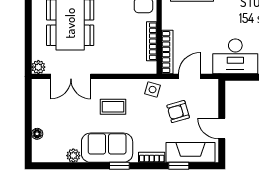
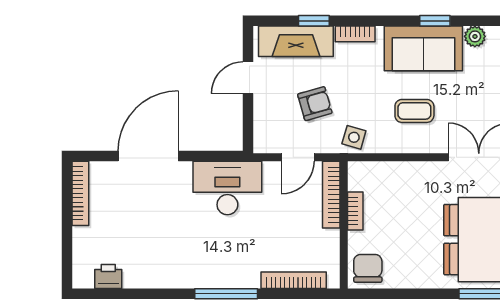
bookcase: (152, 41) -> (355, 211), width x0.64
door: (222, 129) -> (248, 78), swing flipped
window: (119, 166) -> (435, 21), moved

